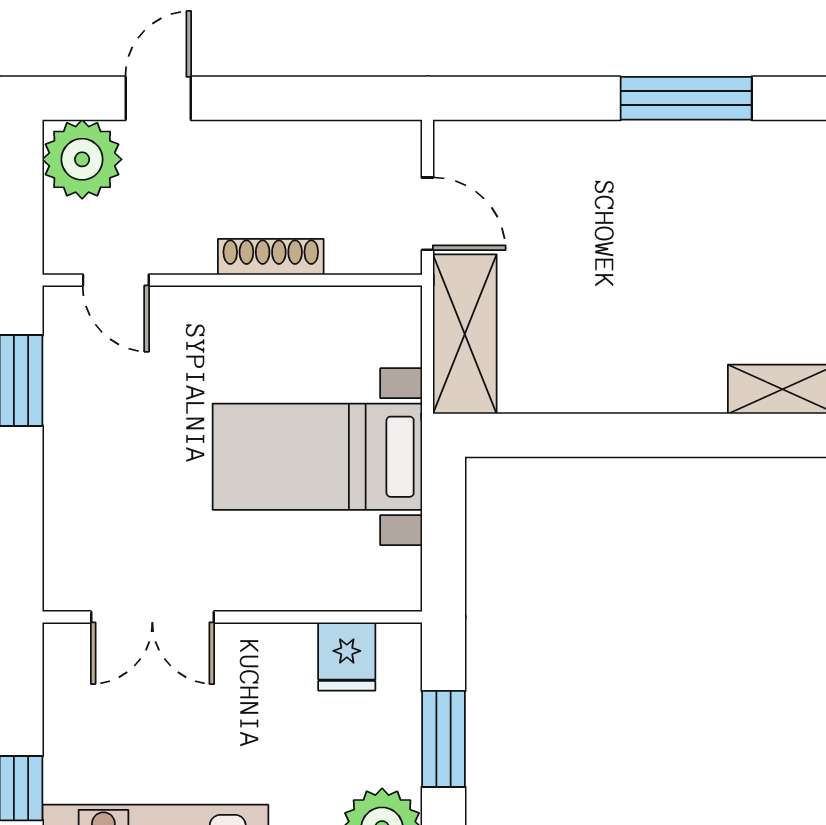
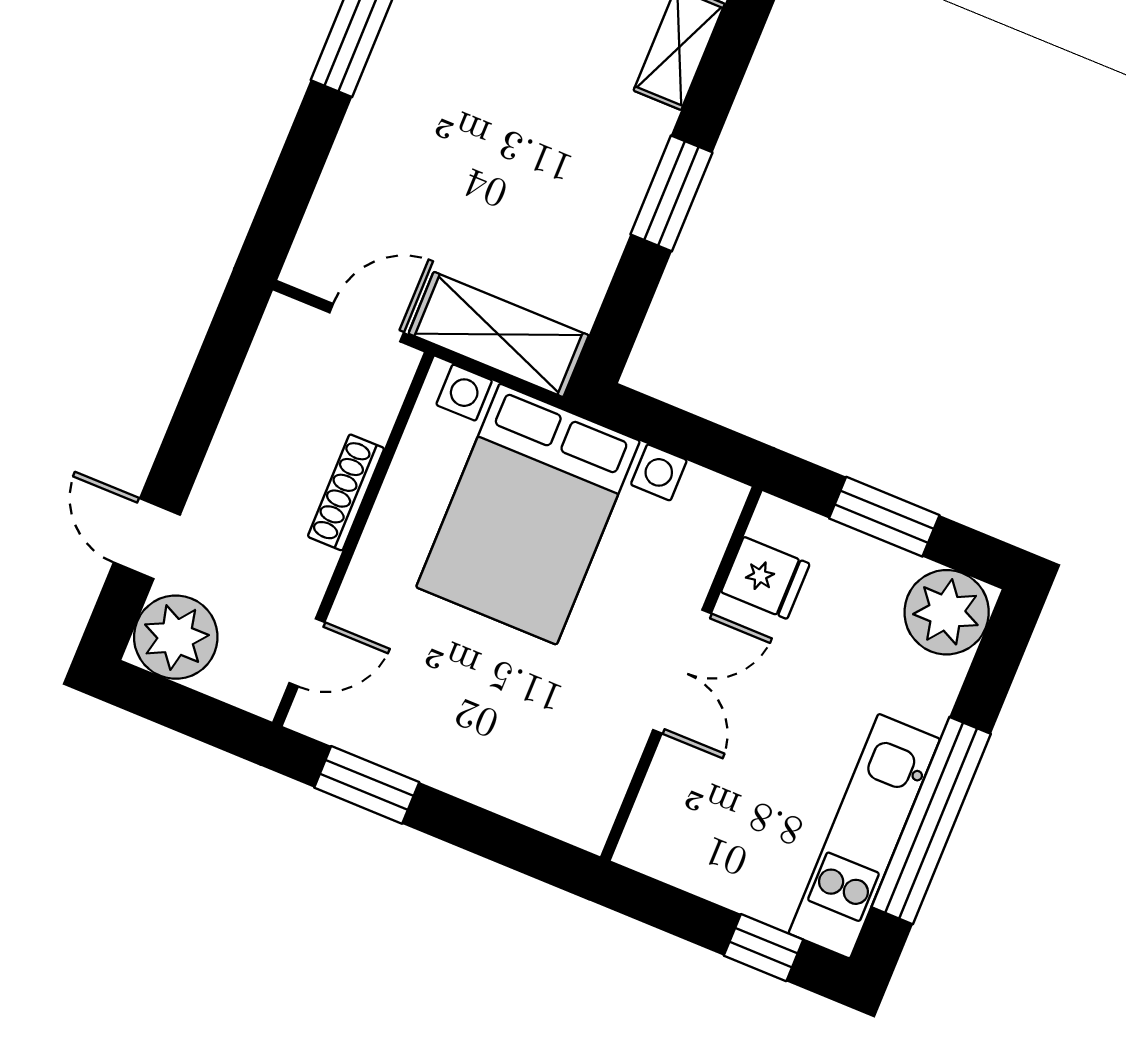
window: (651, 435) -> (671, 193), added
bed with nightstands: (317, 457) -> (528, 514), width x1.36
double door: (152, 617) -> (682, 672), moved

